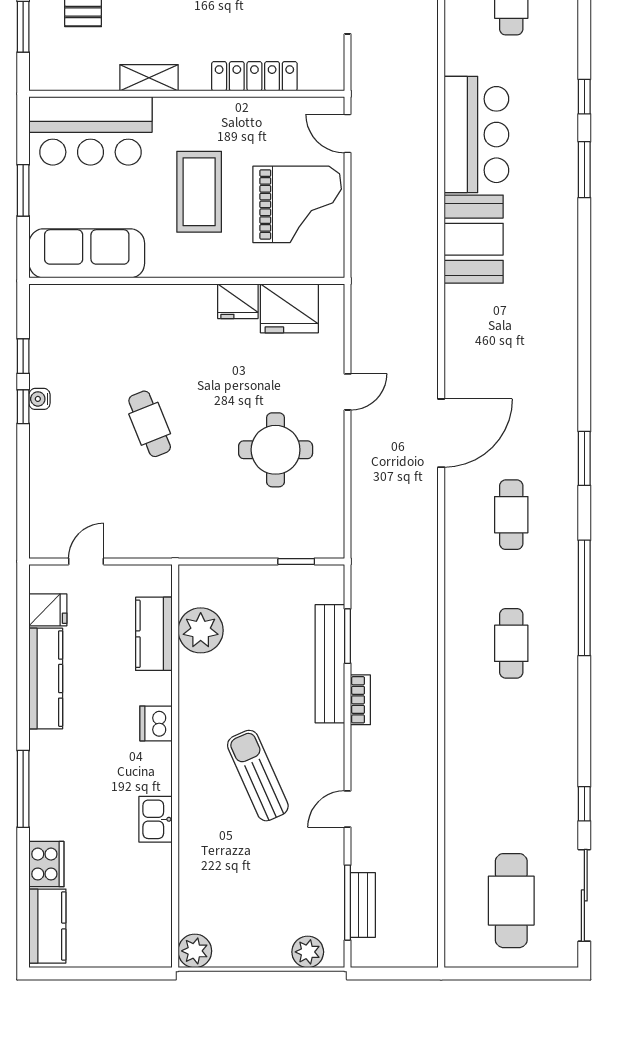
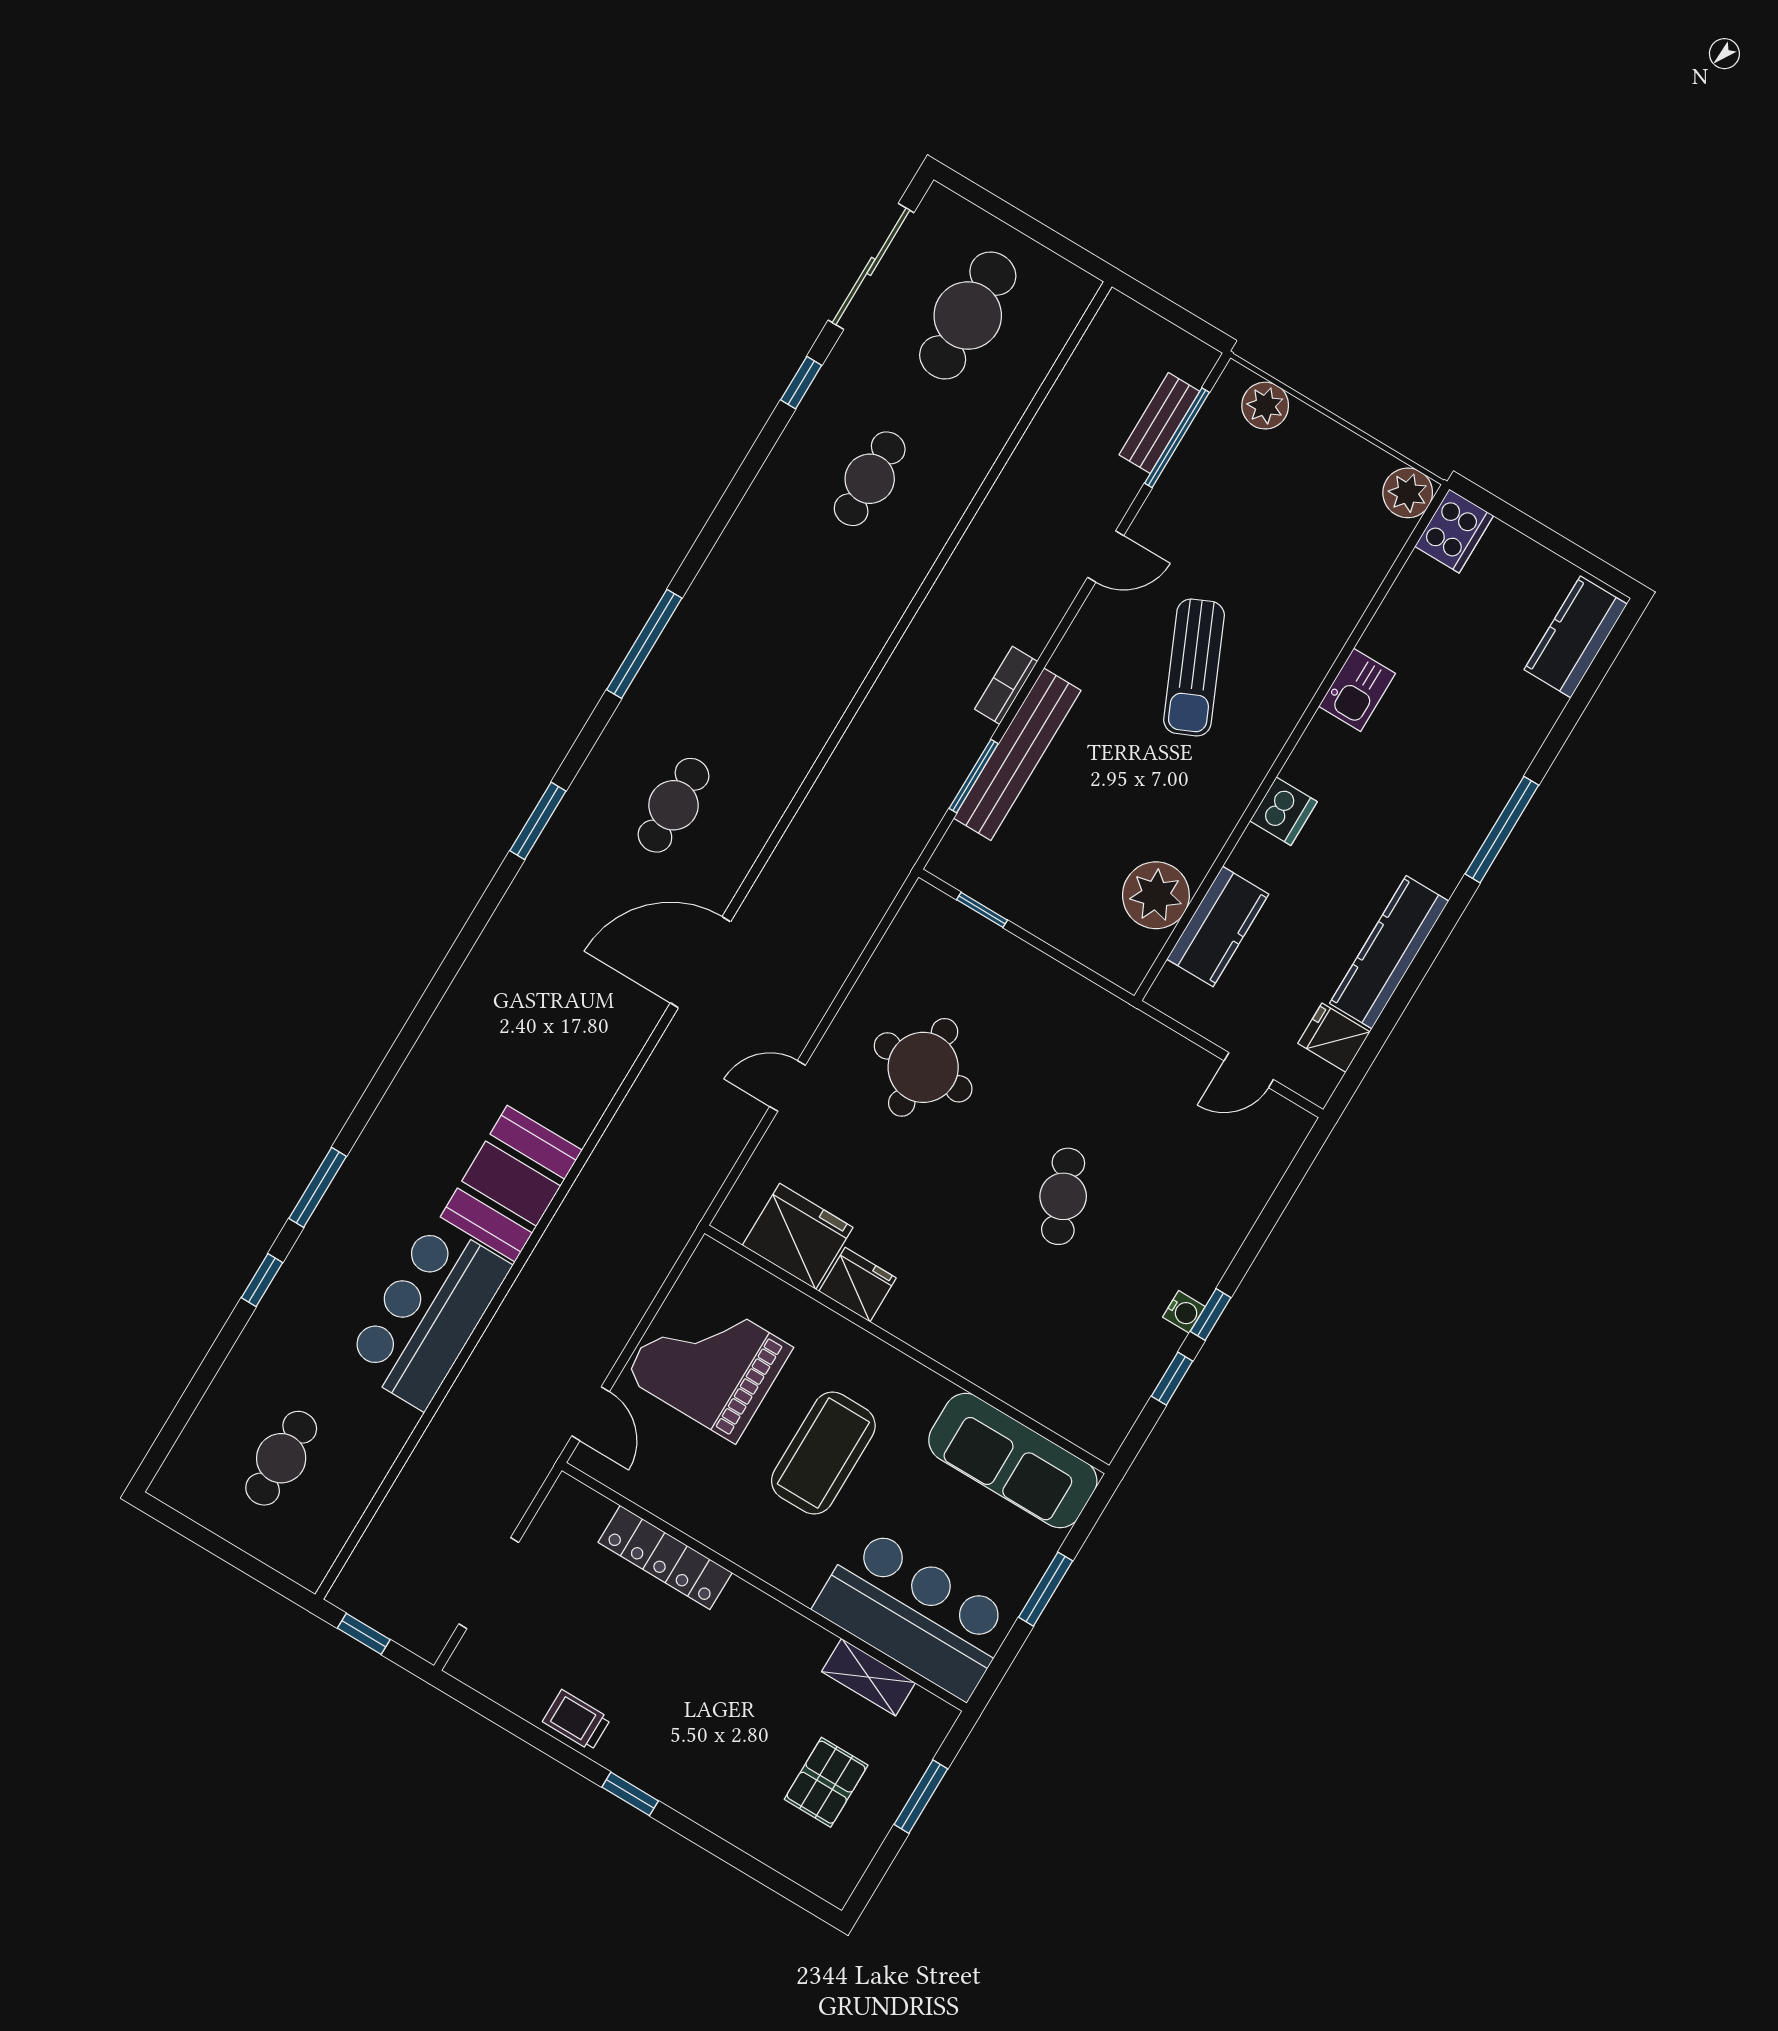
shelving: (149, 78) -> (869, 1677), moved
window: (584, 598) -> (644, 644), width x0.68
cafe table: (511, 643) -> (870, 479), moved
cooker: (46, 864) -> (1454, 531), moved, turned 180

